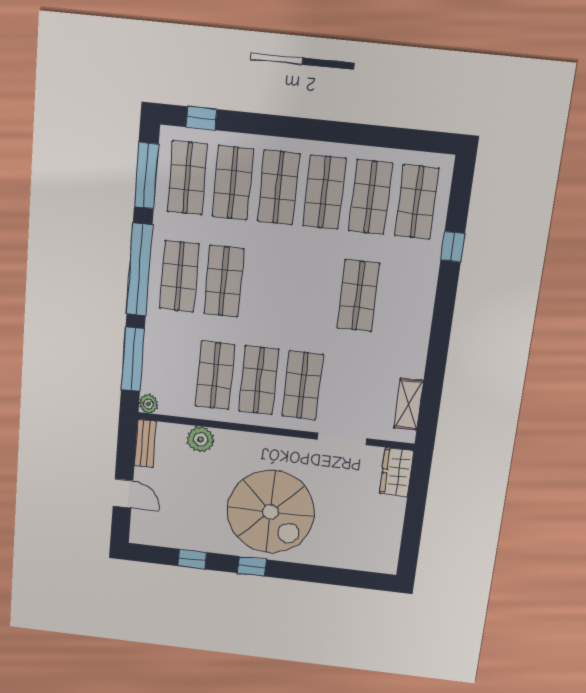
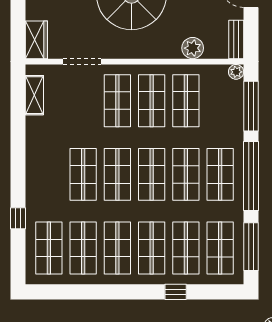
window: (201, 118) -> (176, 292), moved
shop shelf: (268, 286) -> (152, 174), added
shop shelf: (313, 291) -> (117, 174), added

